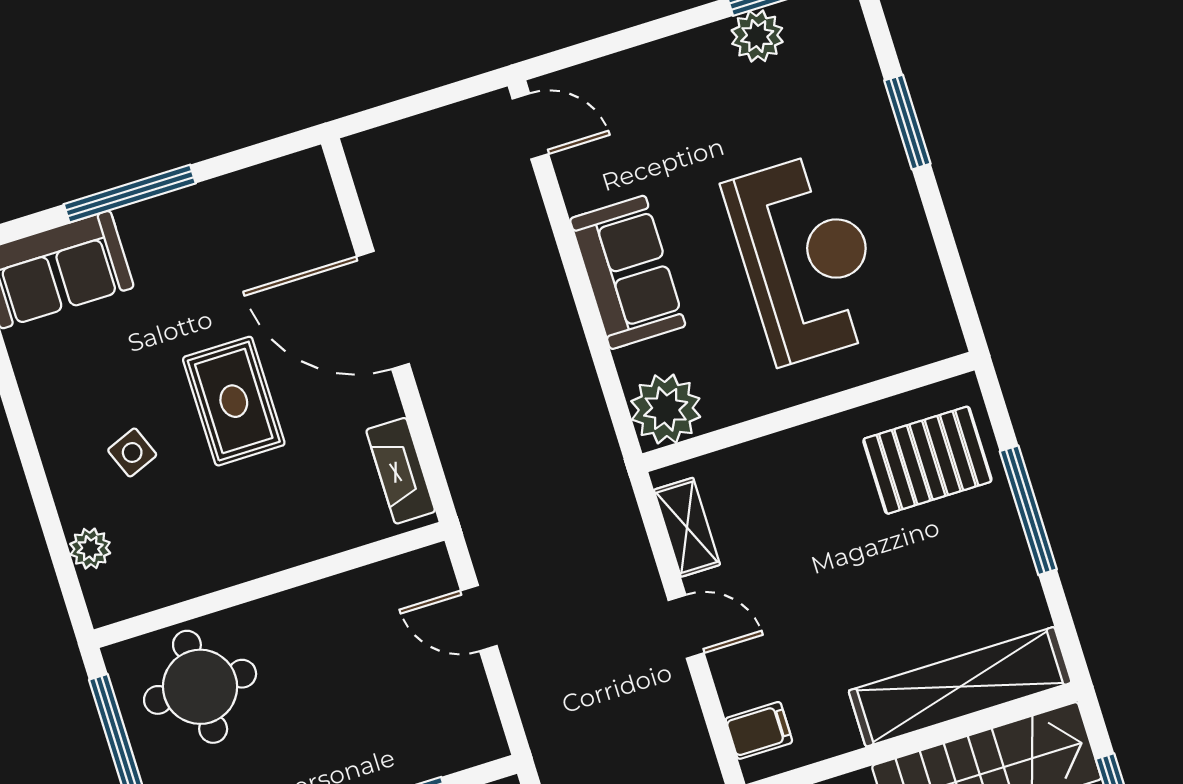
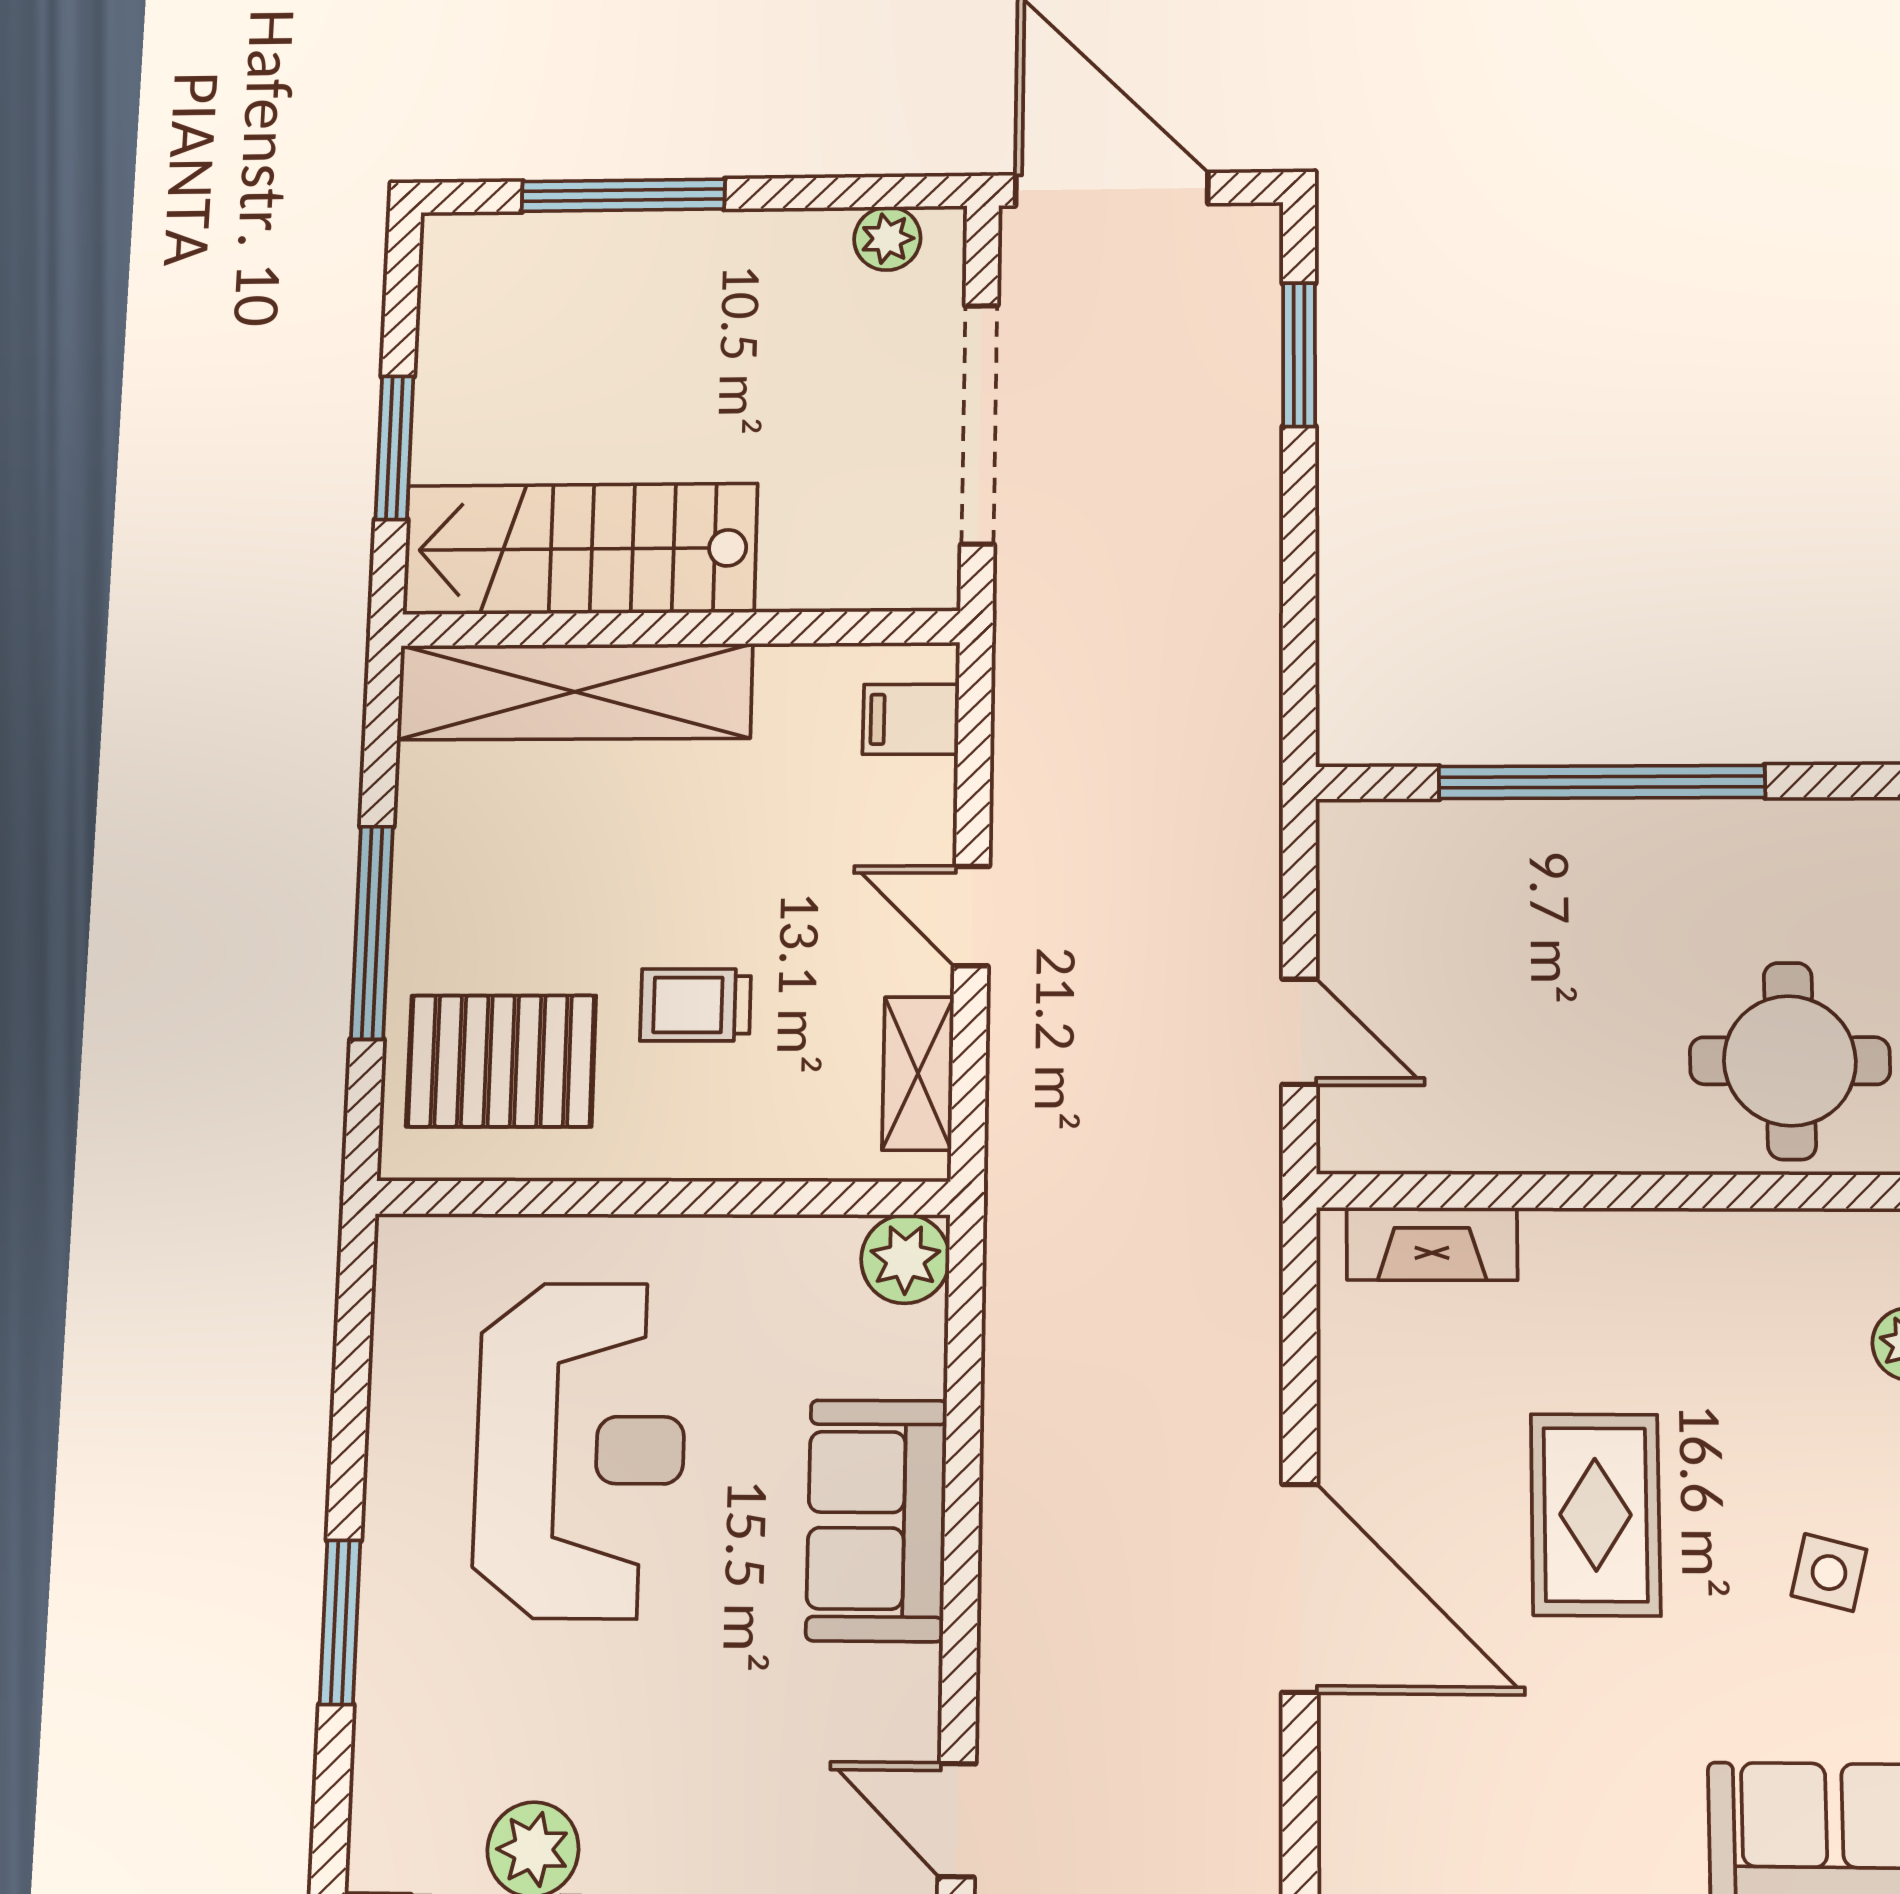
reception desk: (806, 258) -> (580, 1450), turned 180
plant: (666, 409) -> (905, 1259), width x0.73, depth x0.73
side table: (132, 452) -> (1829, 1573), moved, turned 36
fireplace: (401, 471) -> (1432, 1244), moved, turned 90
trolley: (827, 527) -> (696, 1005), added

